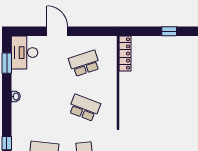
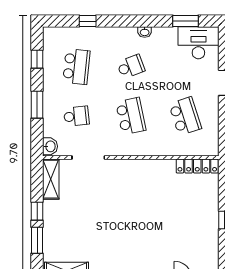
school desk: (44, 108) -> (131, 67), added
school desk: (84, 108) -> (131, 116), turned -33

